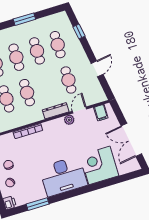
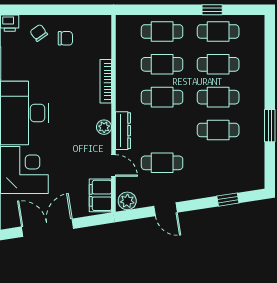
cafe table: (58, 45) -> (218, 163), removed
plant: (99, 95) -> (127, 201), added
filing cabinet: (101, 113) -> (100, 195), width x2.00
plant: (69, 120) -> (104, 127), moved

